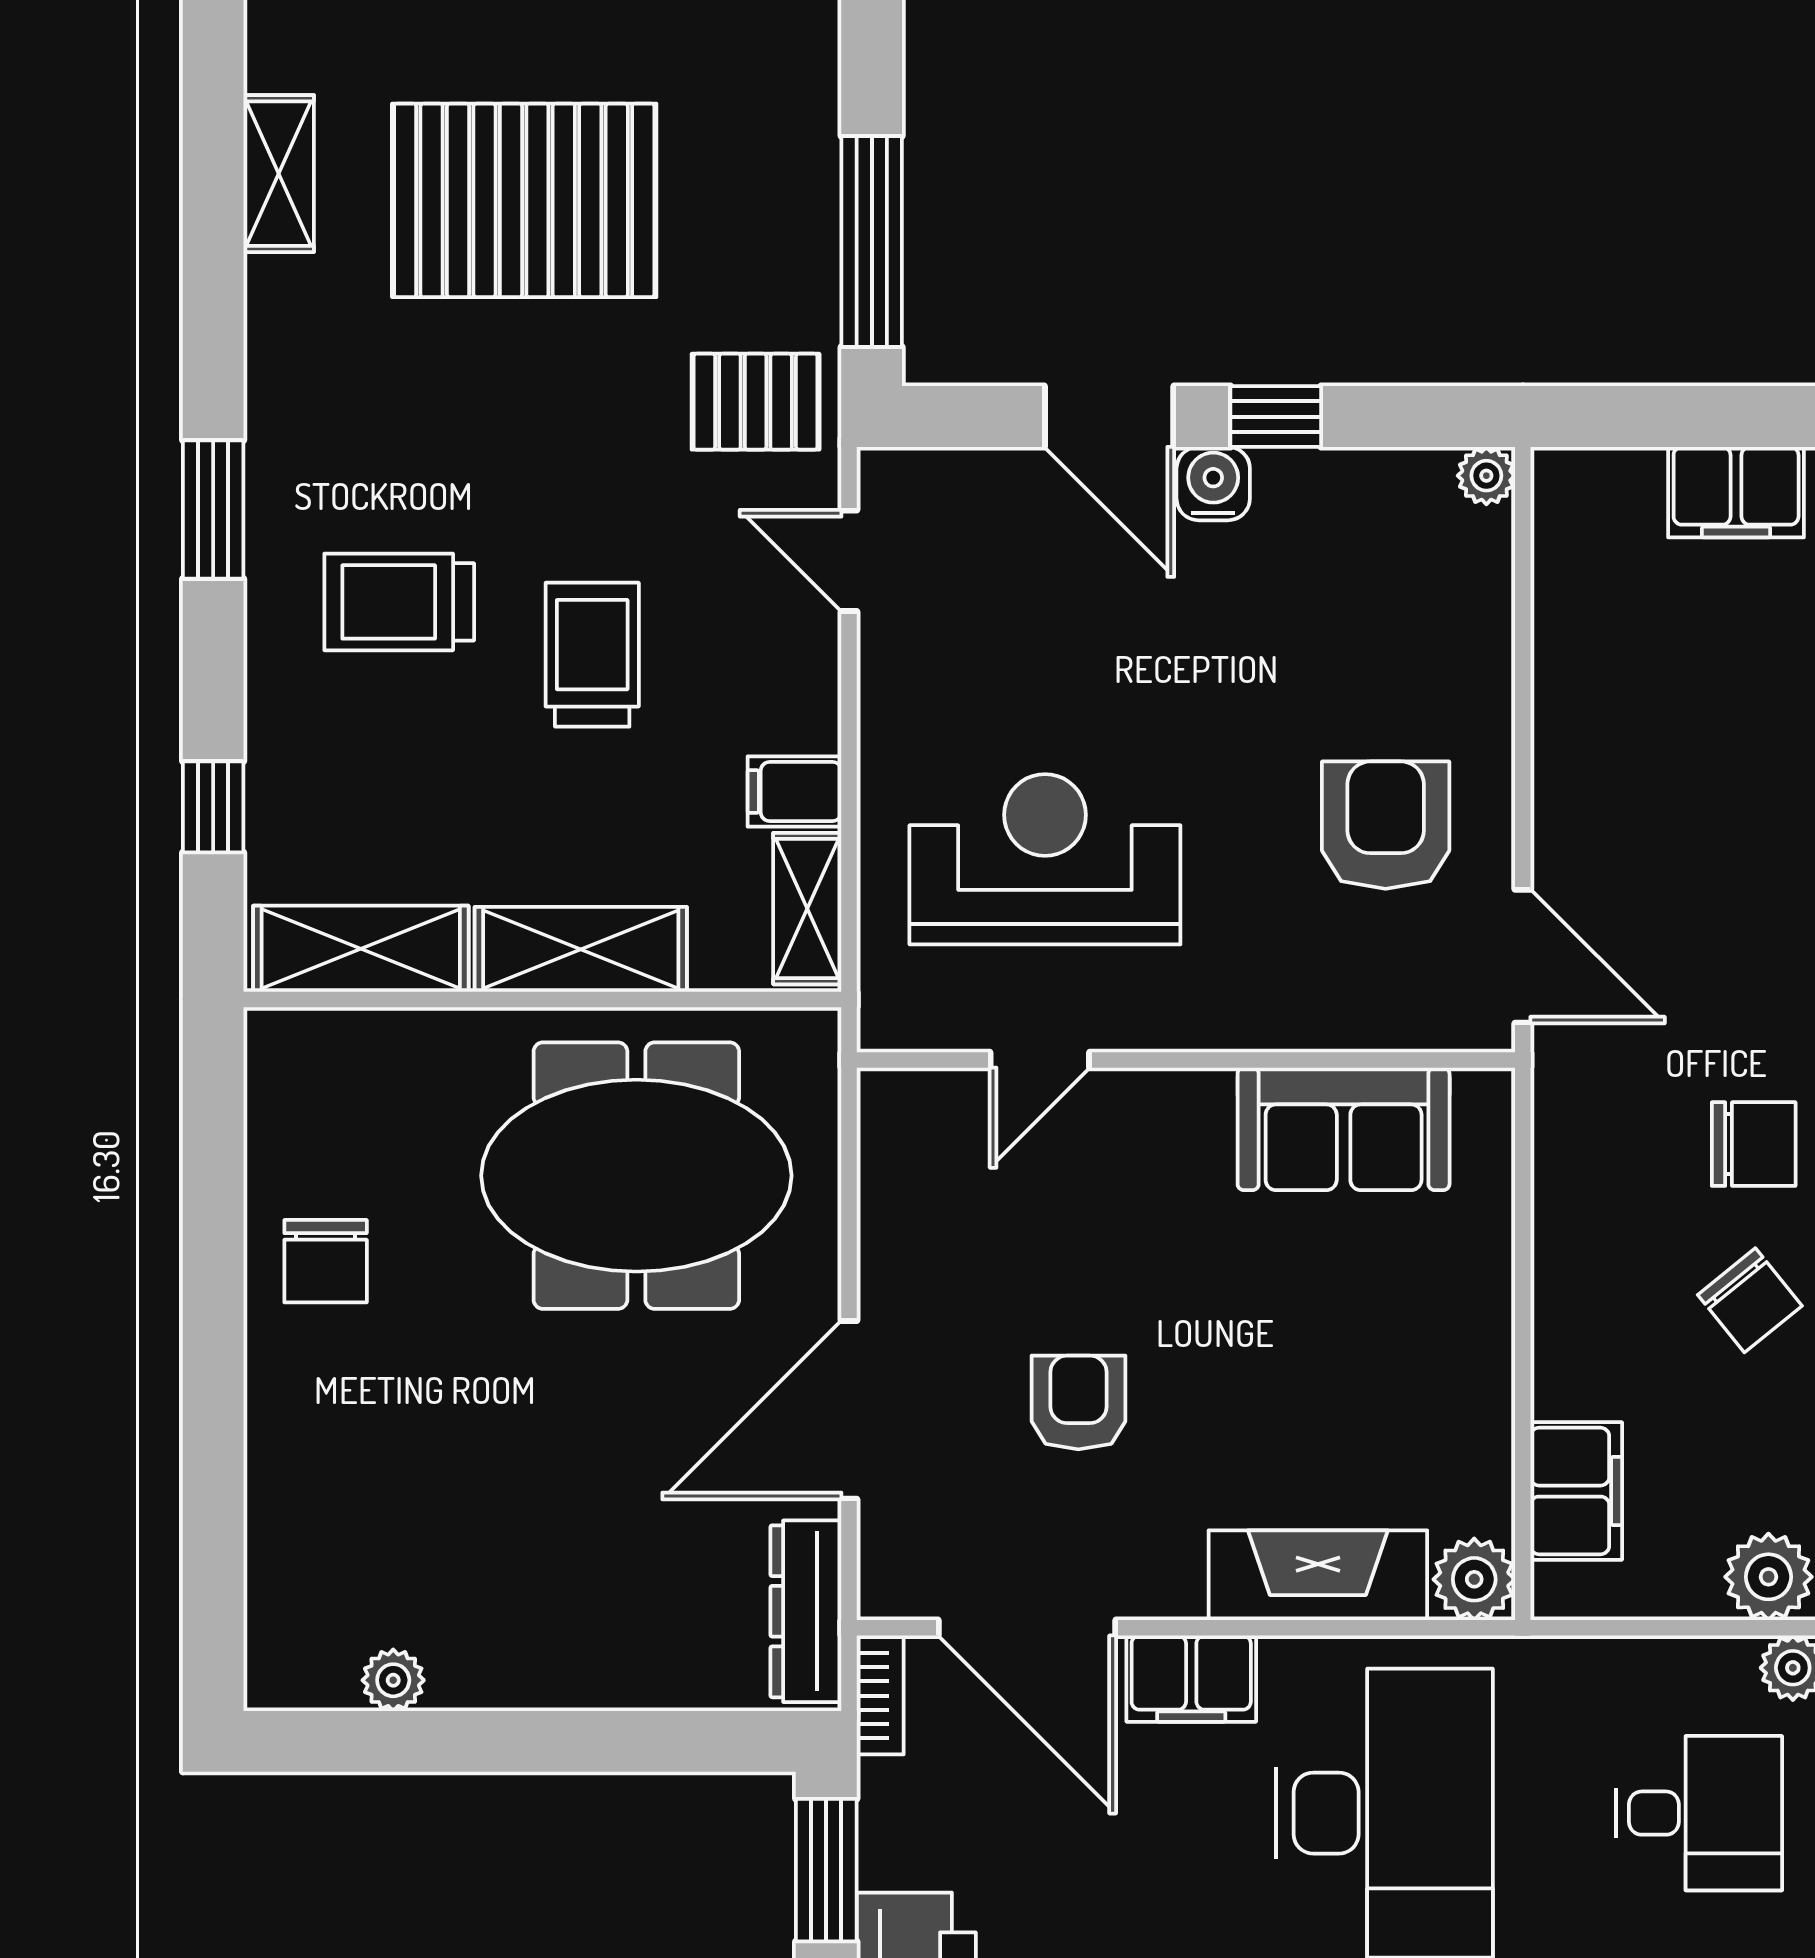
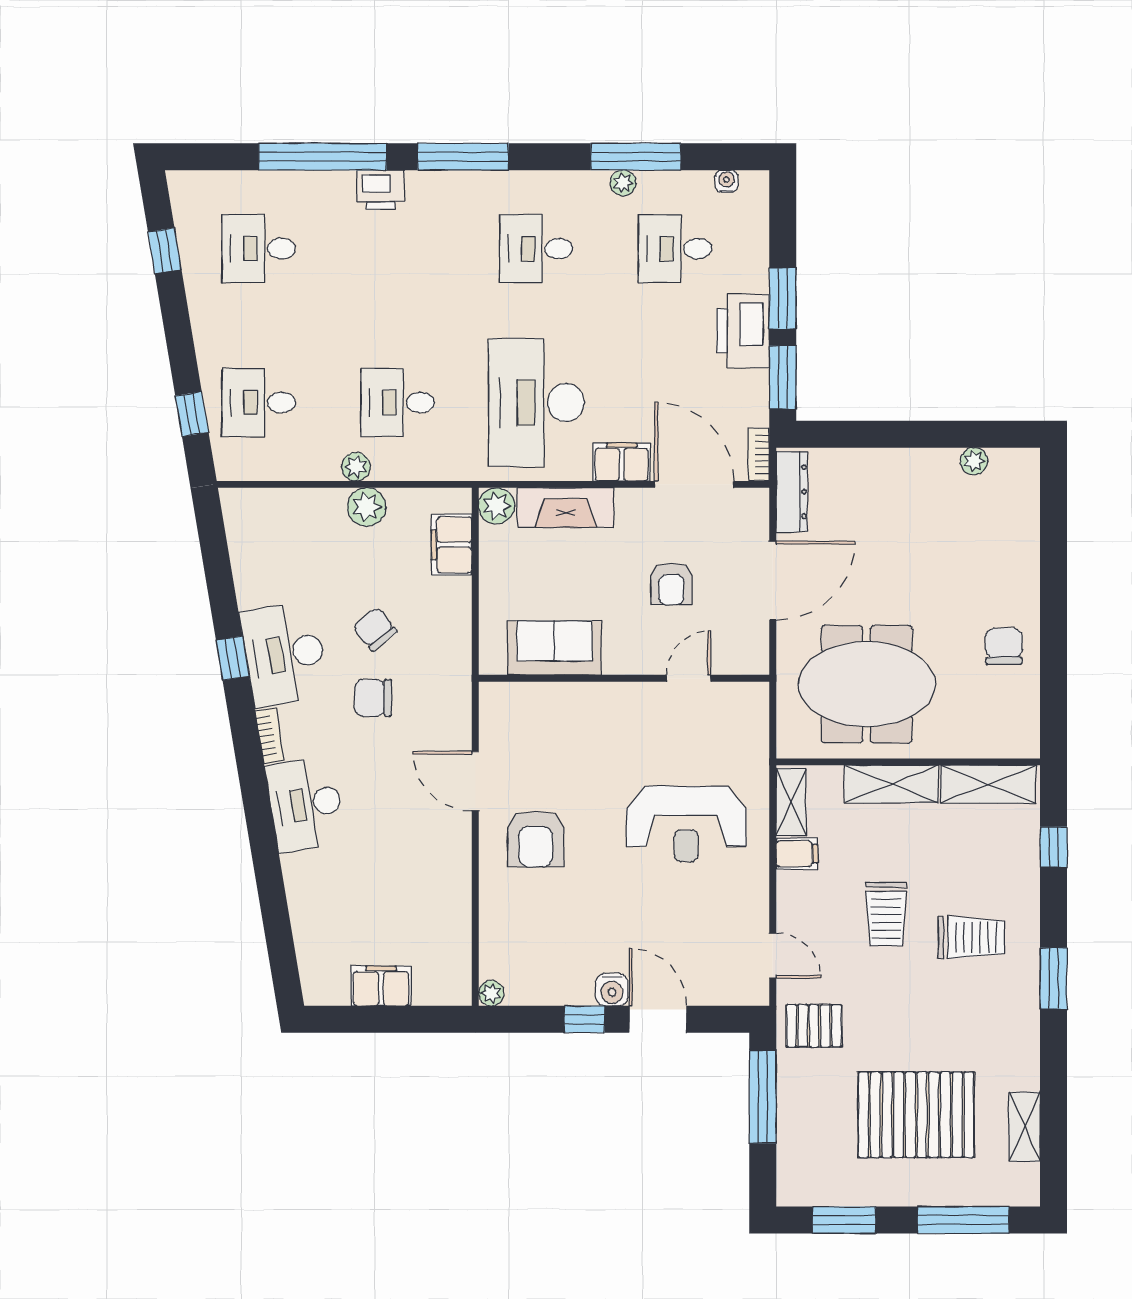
door: (1040, 1060) -> (688, 678), moved
wall: (1186, 1060) -> (624, 678), moved
sofa: (1344, 1129) -> (554, 648), moved

